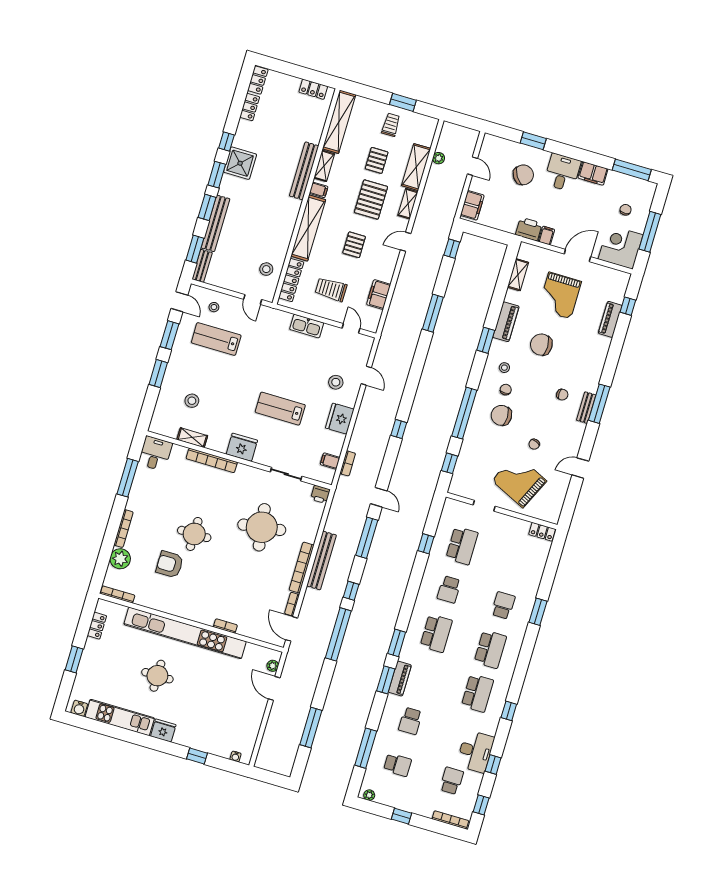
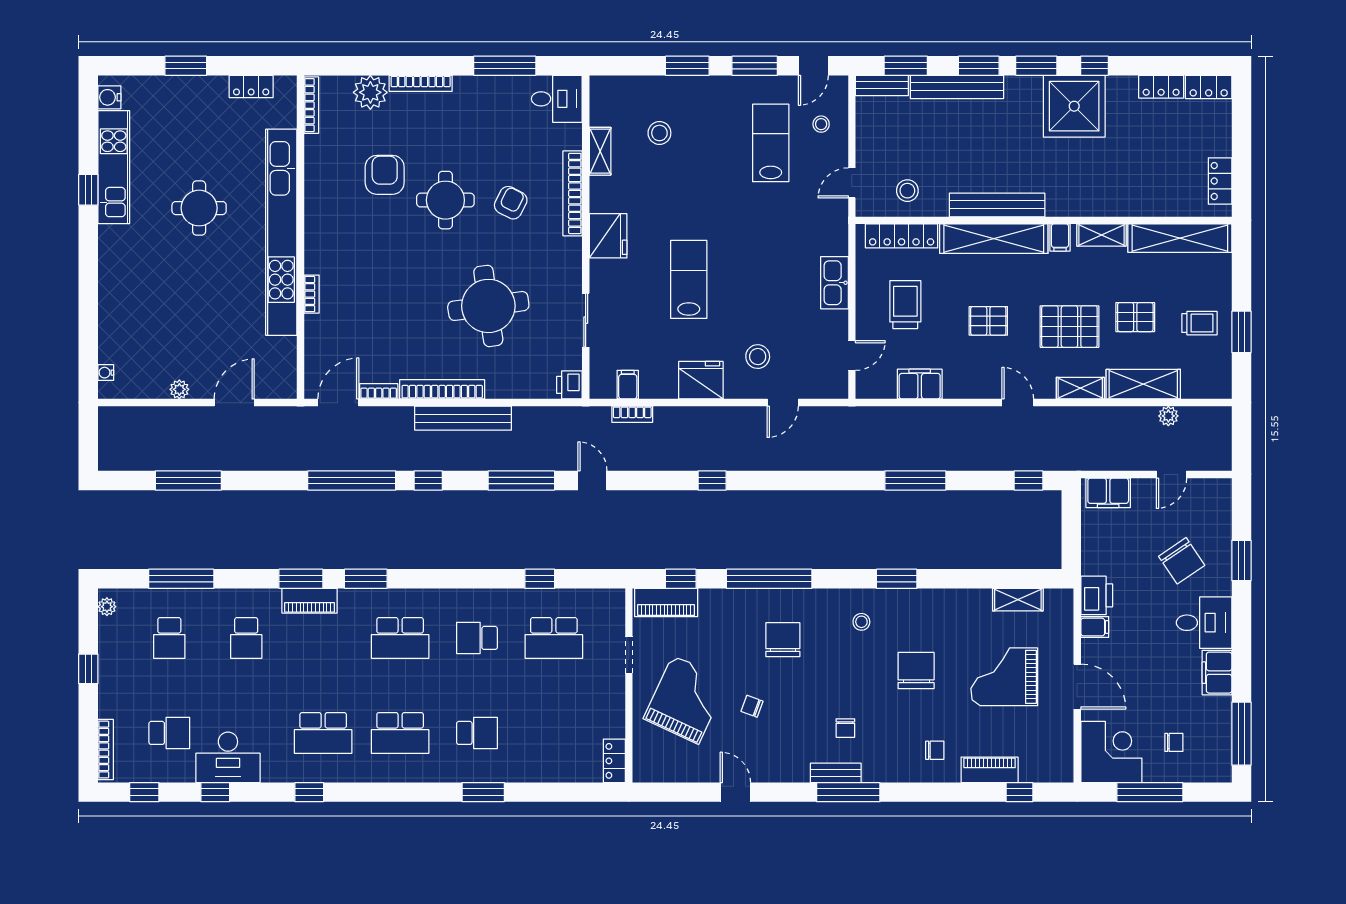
shower: (240, 163) -> (1074, 106), width x1.37, depth x1.37
bench: (304, 171) -> (997, 205), moved
piano: (506, 322) -> (666, 602), moved
chair: (506, 390) -> (935, 750), moved
armchair: (207, 497) -> (511, 203), added
door: (379, 497) -> (592, 480), swing flipped
plant: (273, 666) -> (179, 389), moved
school desk: (410, 721) -> (246, 638), turned -90
fridge: (163, 730) -> (113, 243), removed
window: (197, 756) -> (88, 190), moved

